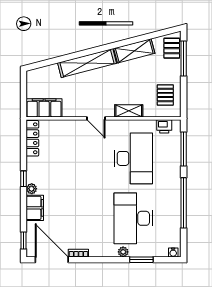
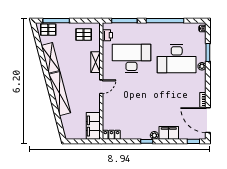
locker: (32, 138) -> (111, 135), width x0.66
door: (52, 260) -> (208, 120), hinge flipped

